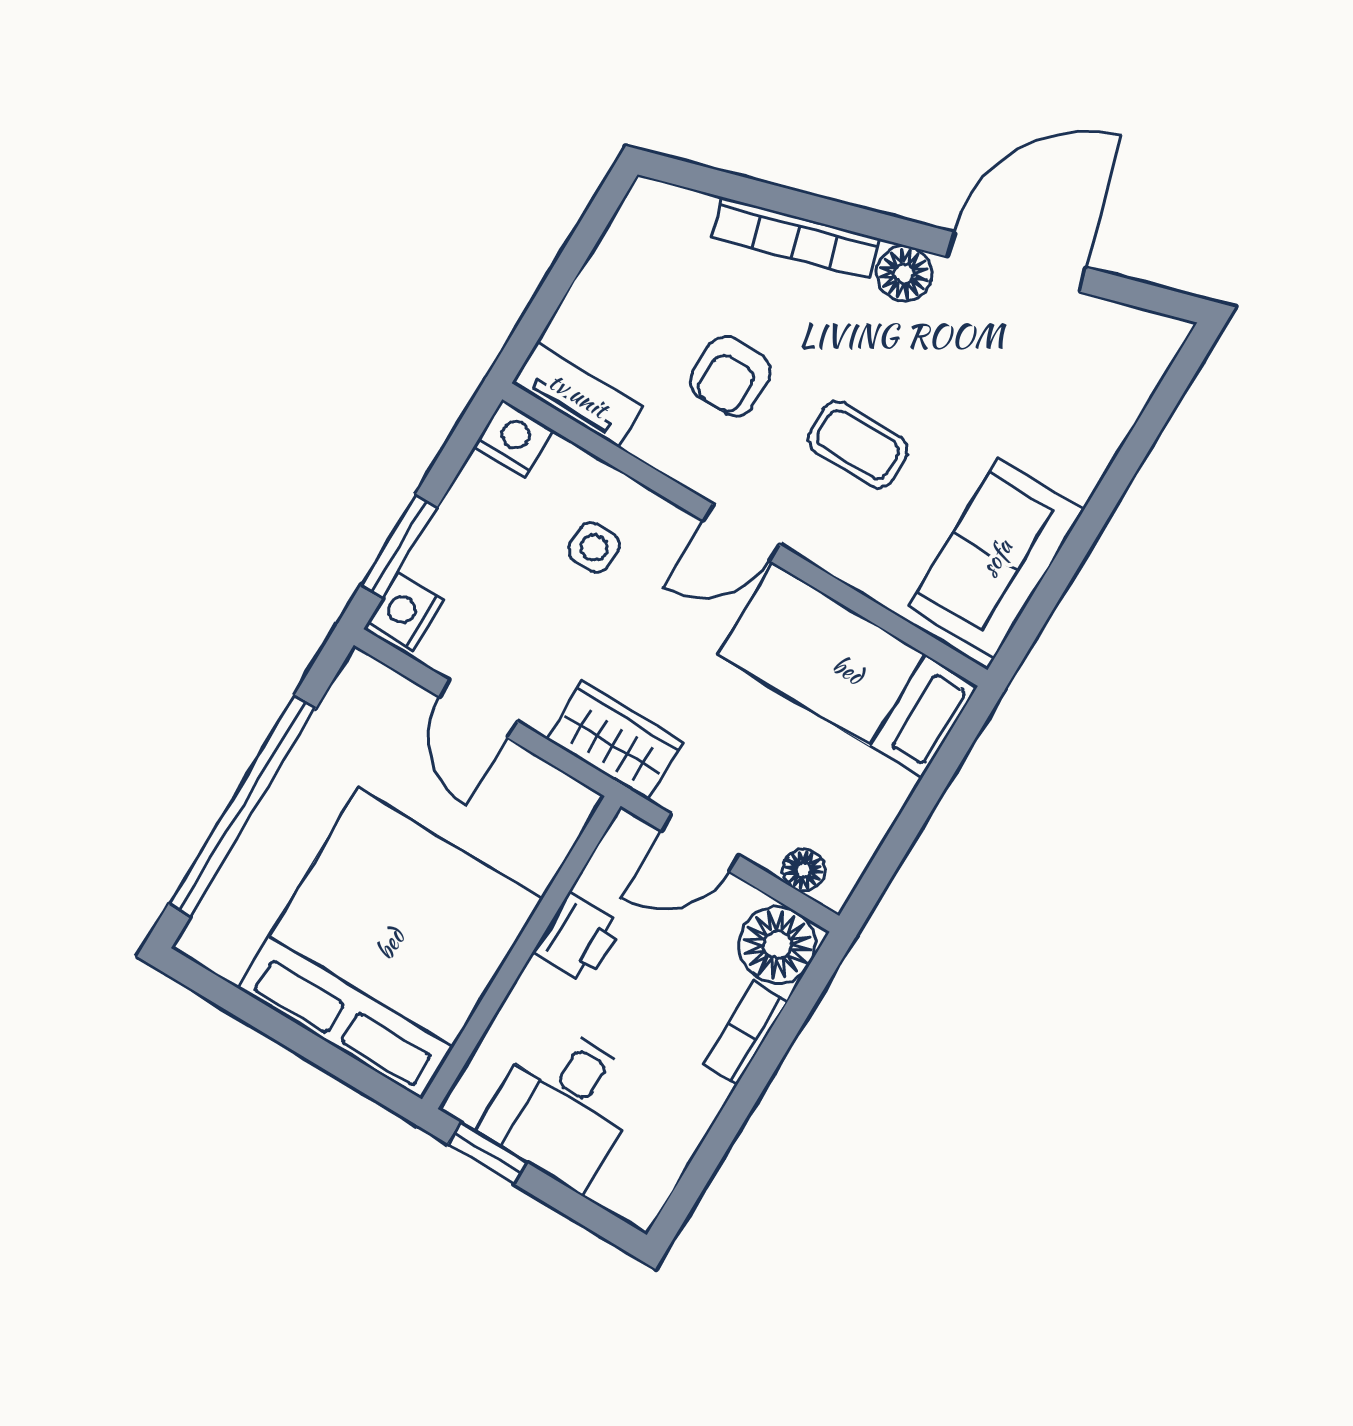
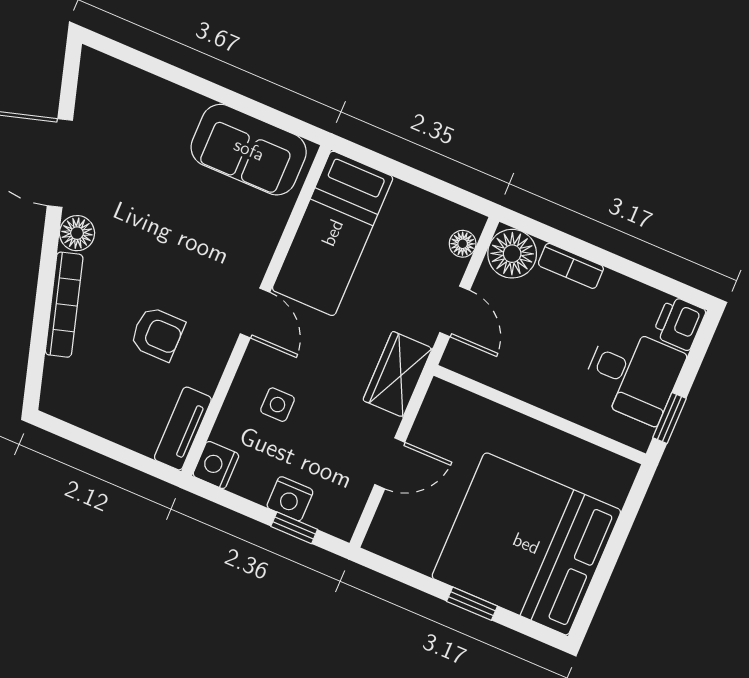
coffee table: (858, 445) -> (189, 247), removed
window: (399, 546) -> (294, 528), width x0.67
nightstand: (406, 612) -> (290, 499), moved
window: (242, 806) -> (472, 604), width x0.32
printer: (578, 938) -> (679, 323), moved, turned -90
bed: (390, 944) -> (526, 544), moved

